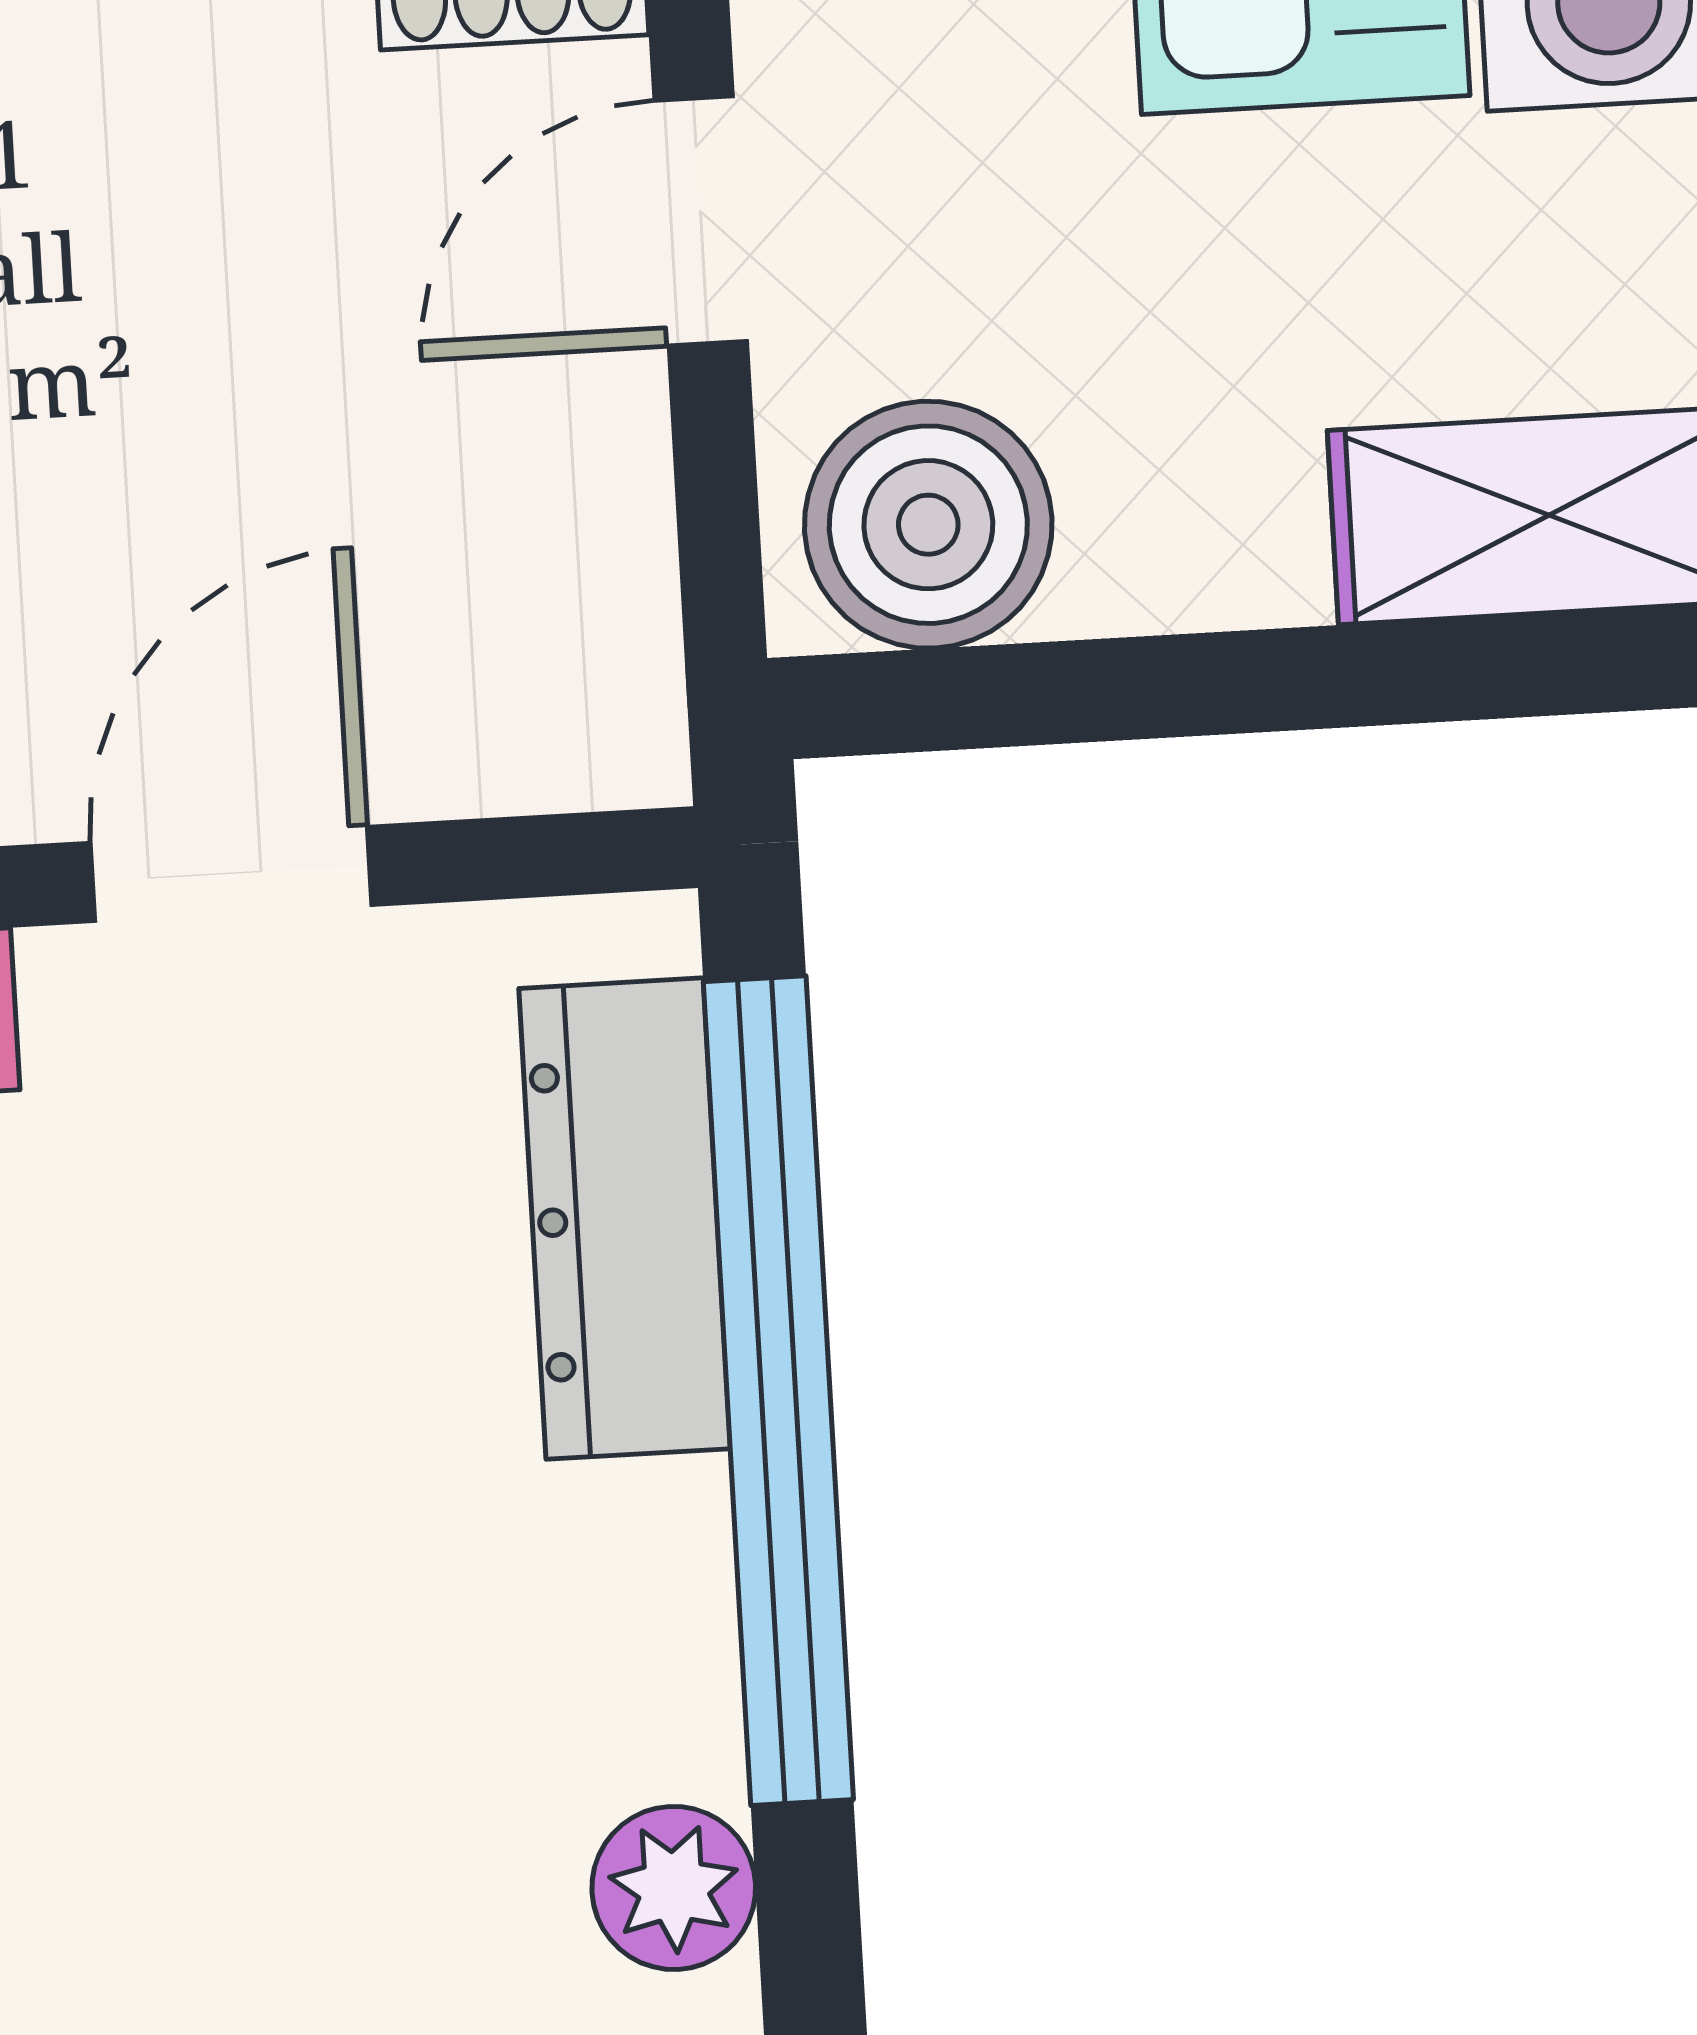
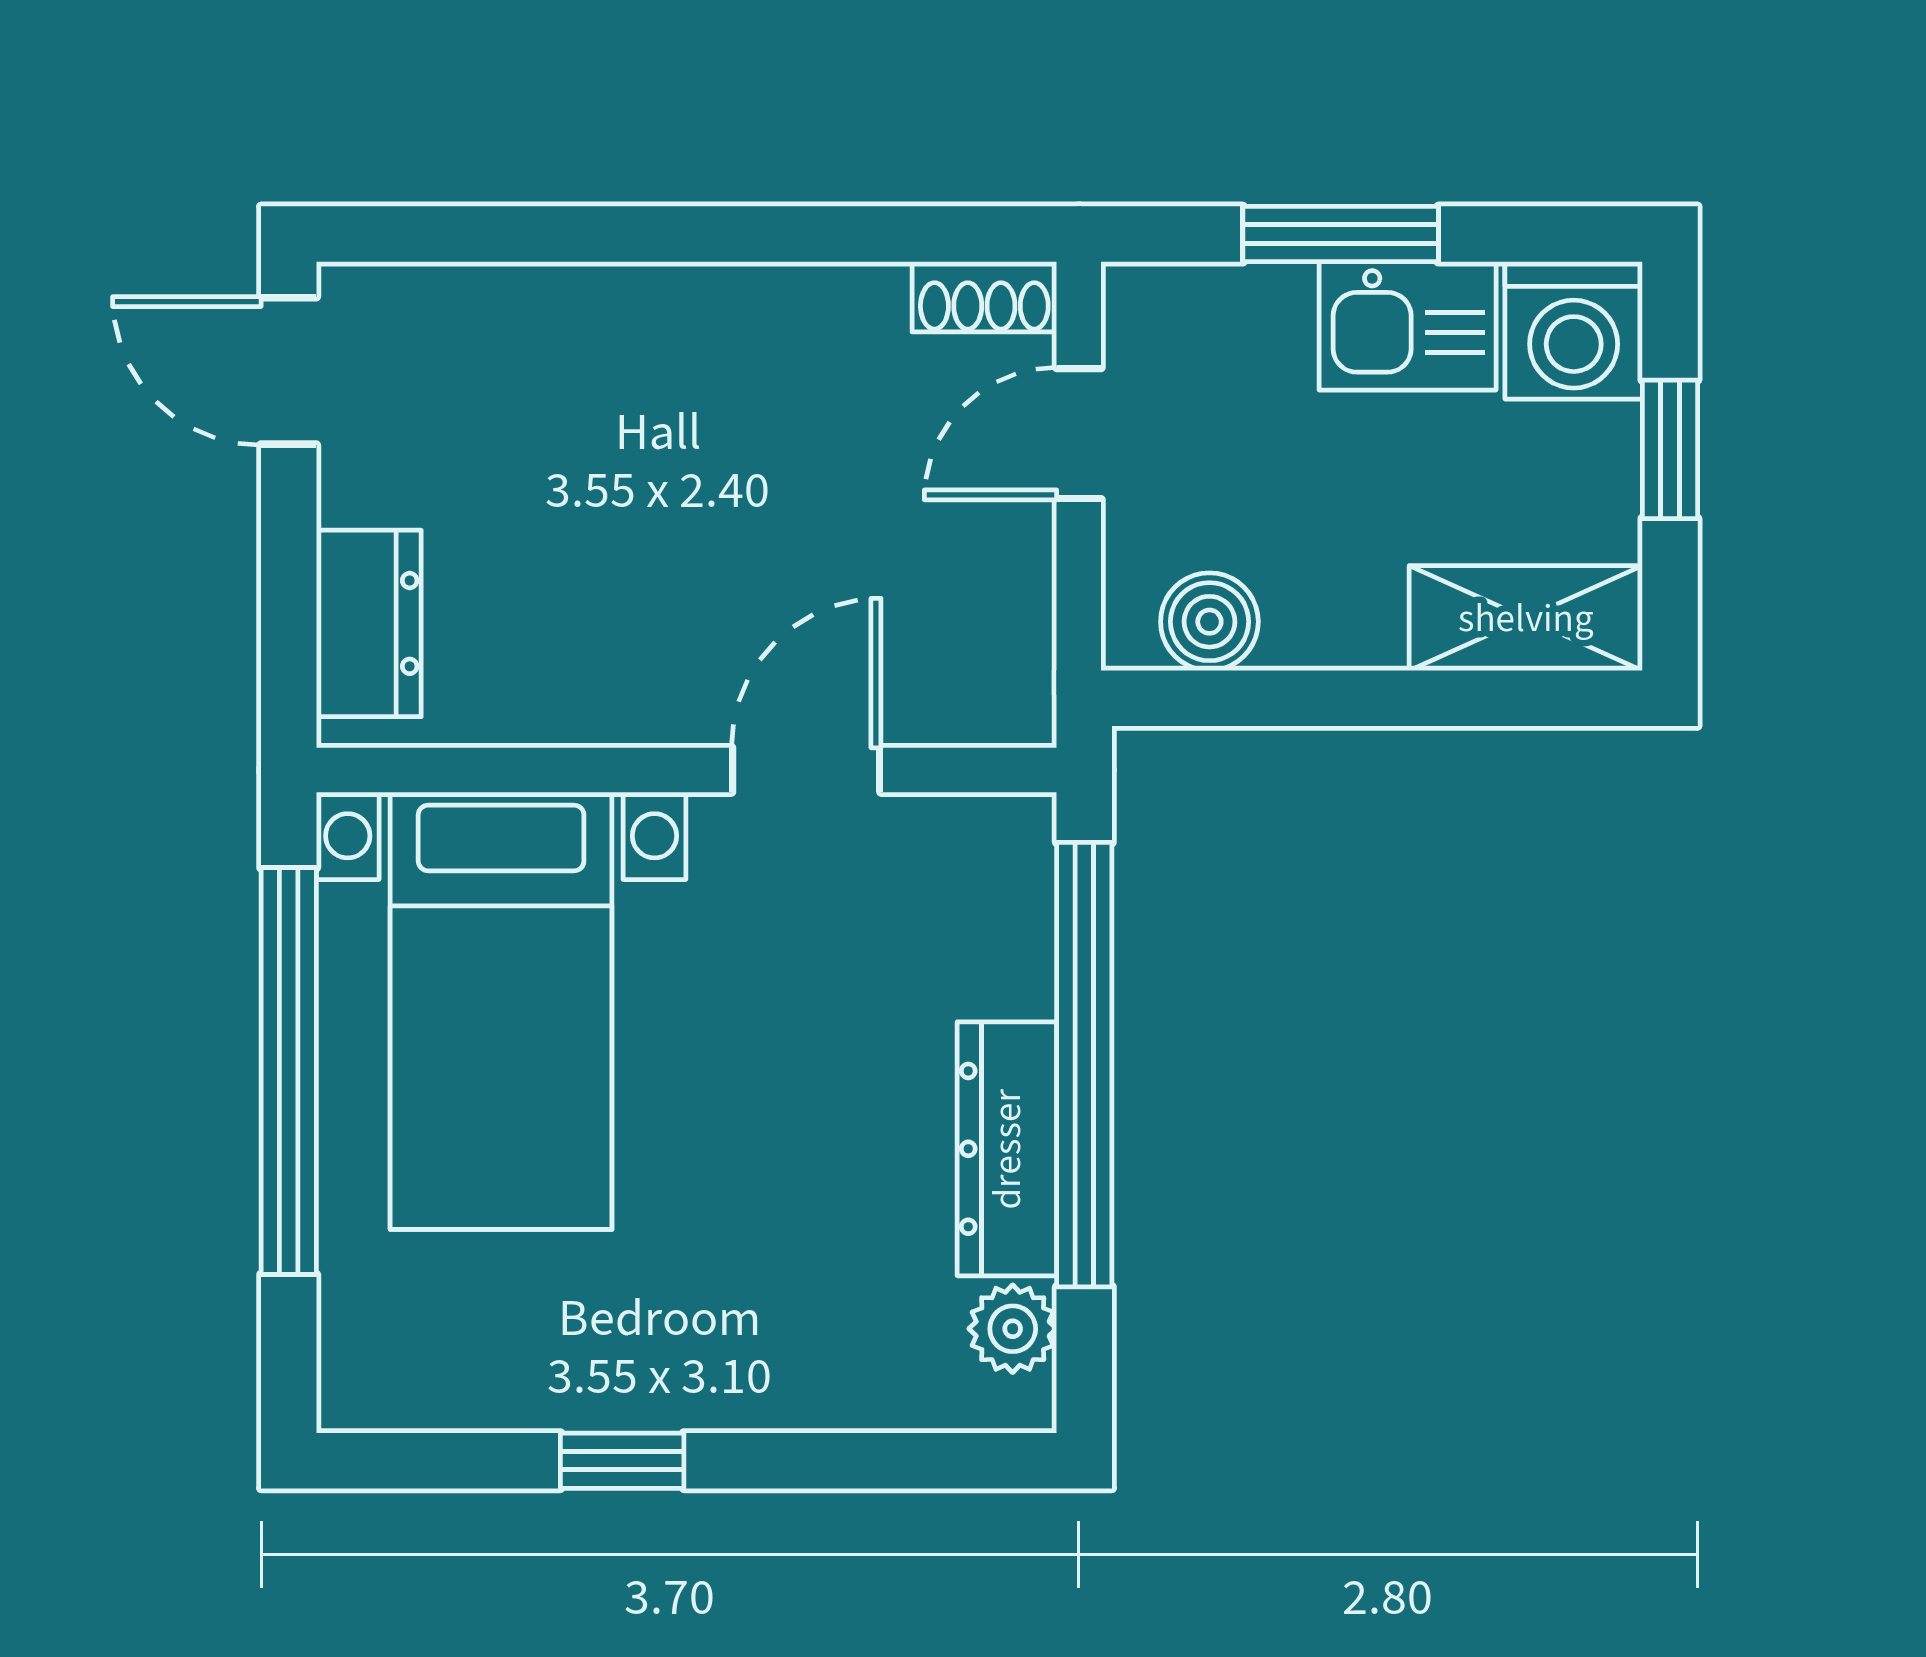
boiler: (928, 525) -> (1209, 622), width x0.73, depth x0.73
dresser: (625, 1219) -> (1007, 1149), moved

